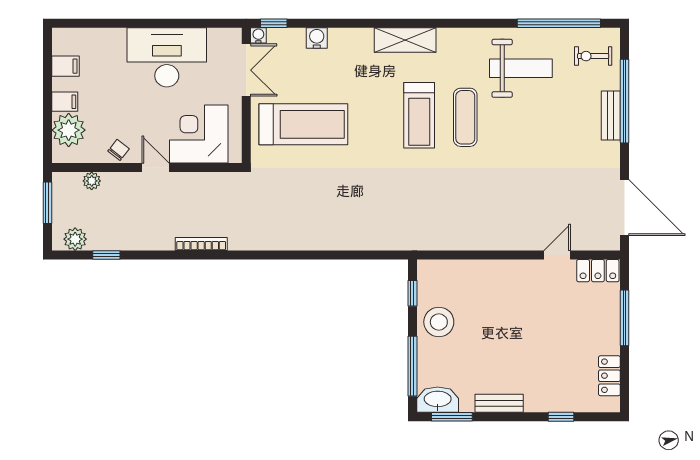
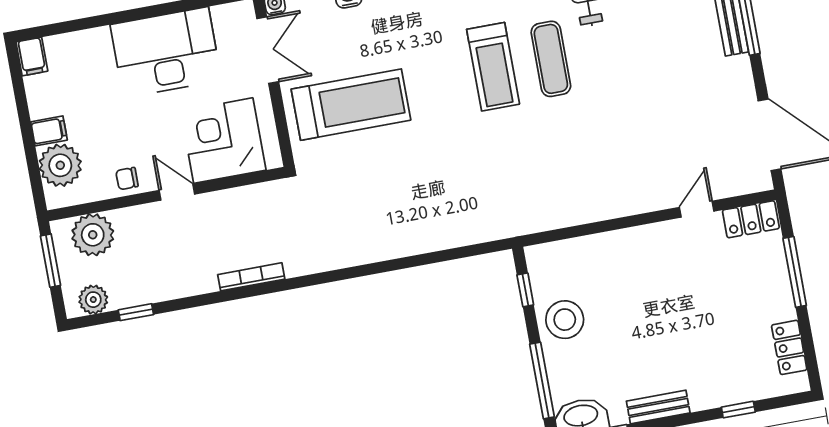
filing cabinet: (65, 66) -> (32, 57), moved, turned 90
chair: (119, 150) -> (127, 179), turned -128
plant: (92, 181) -> (93, 235), width x1.88, depth x1.88

